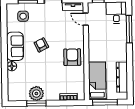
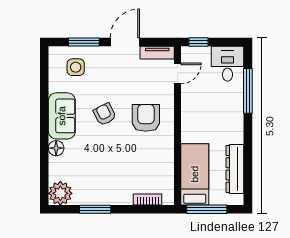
door: (86, 19) -> (178, 73), swing flipped
armchair: (72, 57) -> (146, 118), moved
plant: (36, 94) -> (60, 193), moved

